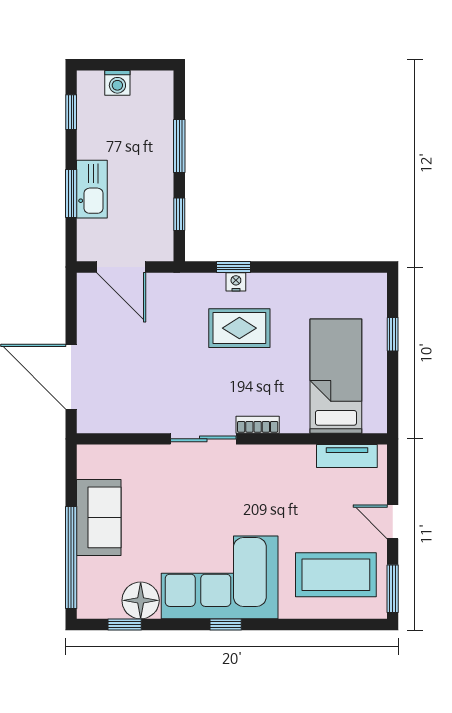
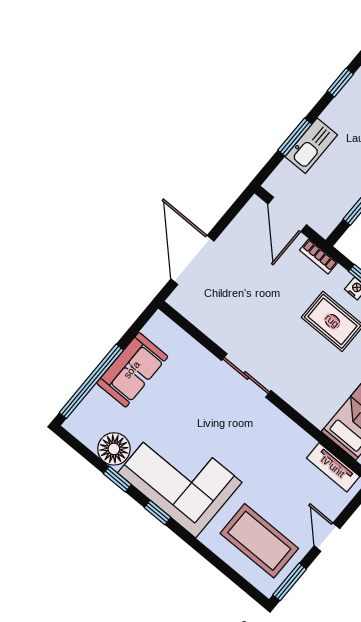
bookcase: (258, 425) -> (319, 256), moved, turned 180
window: (125, 625) -> (117, 479), moved

